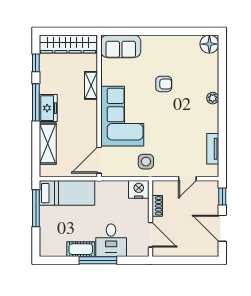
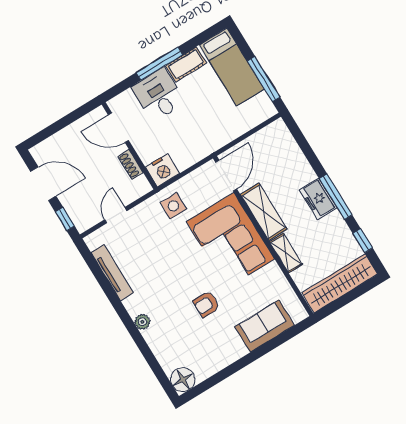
sofa: (121, 46) -> (265, 326), moved
shelving: (48, 144) -> (264, 212), moved
tv unit: (213, 149) -> (112, 273), width x1.41
bed: (67, 193) -> (232, 67), moved, turned -90

